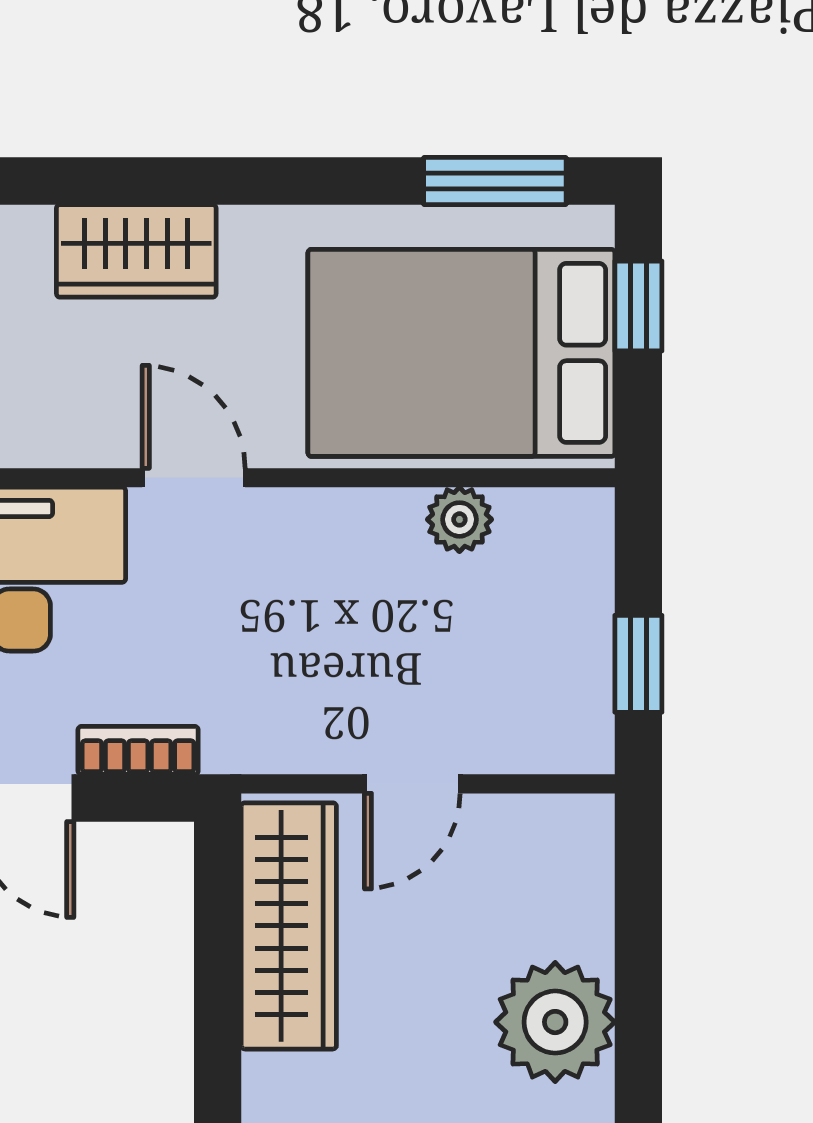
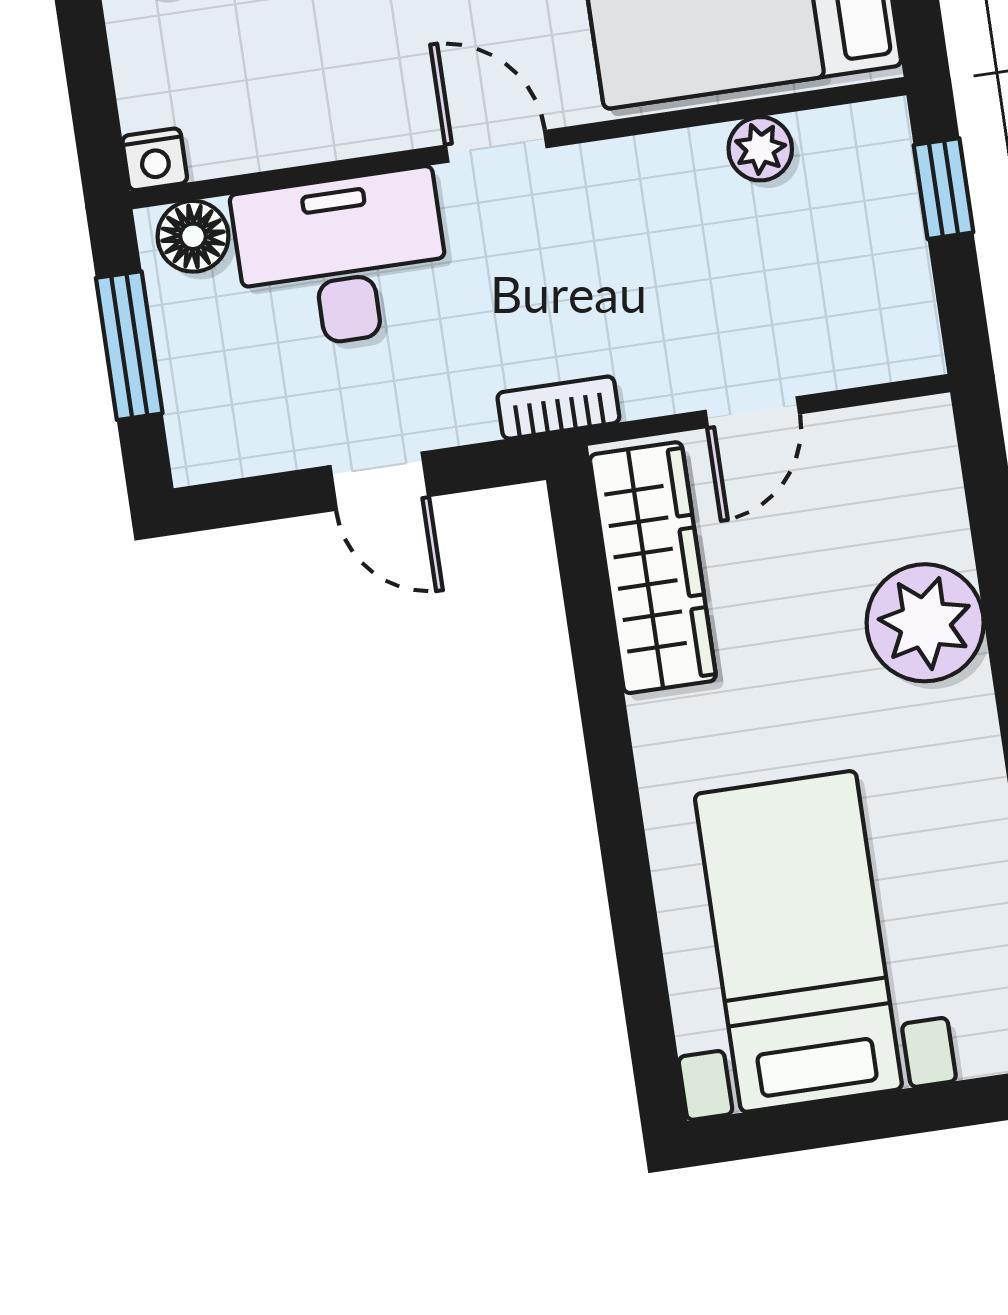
window: (638, 664) -> (944, 189), moved
bookcase: (138, 750) -> (558, 408), moved

